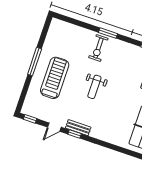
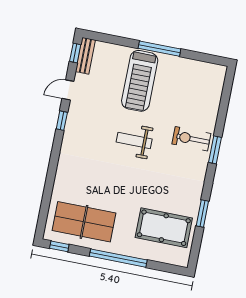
treadmill: (55, 78) -> (140, 81), turned 90
door: (54, 127) -> (68, 90), hinge flipped
bench: (78, 128) -> (85, 56), moved

